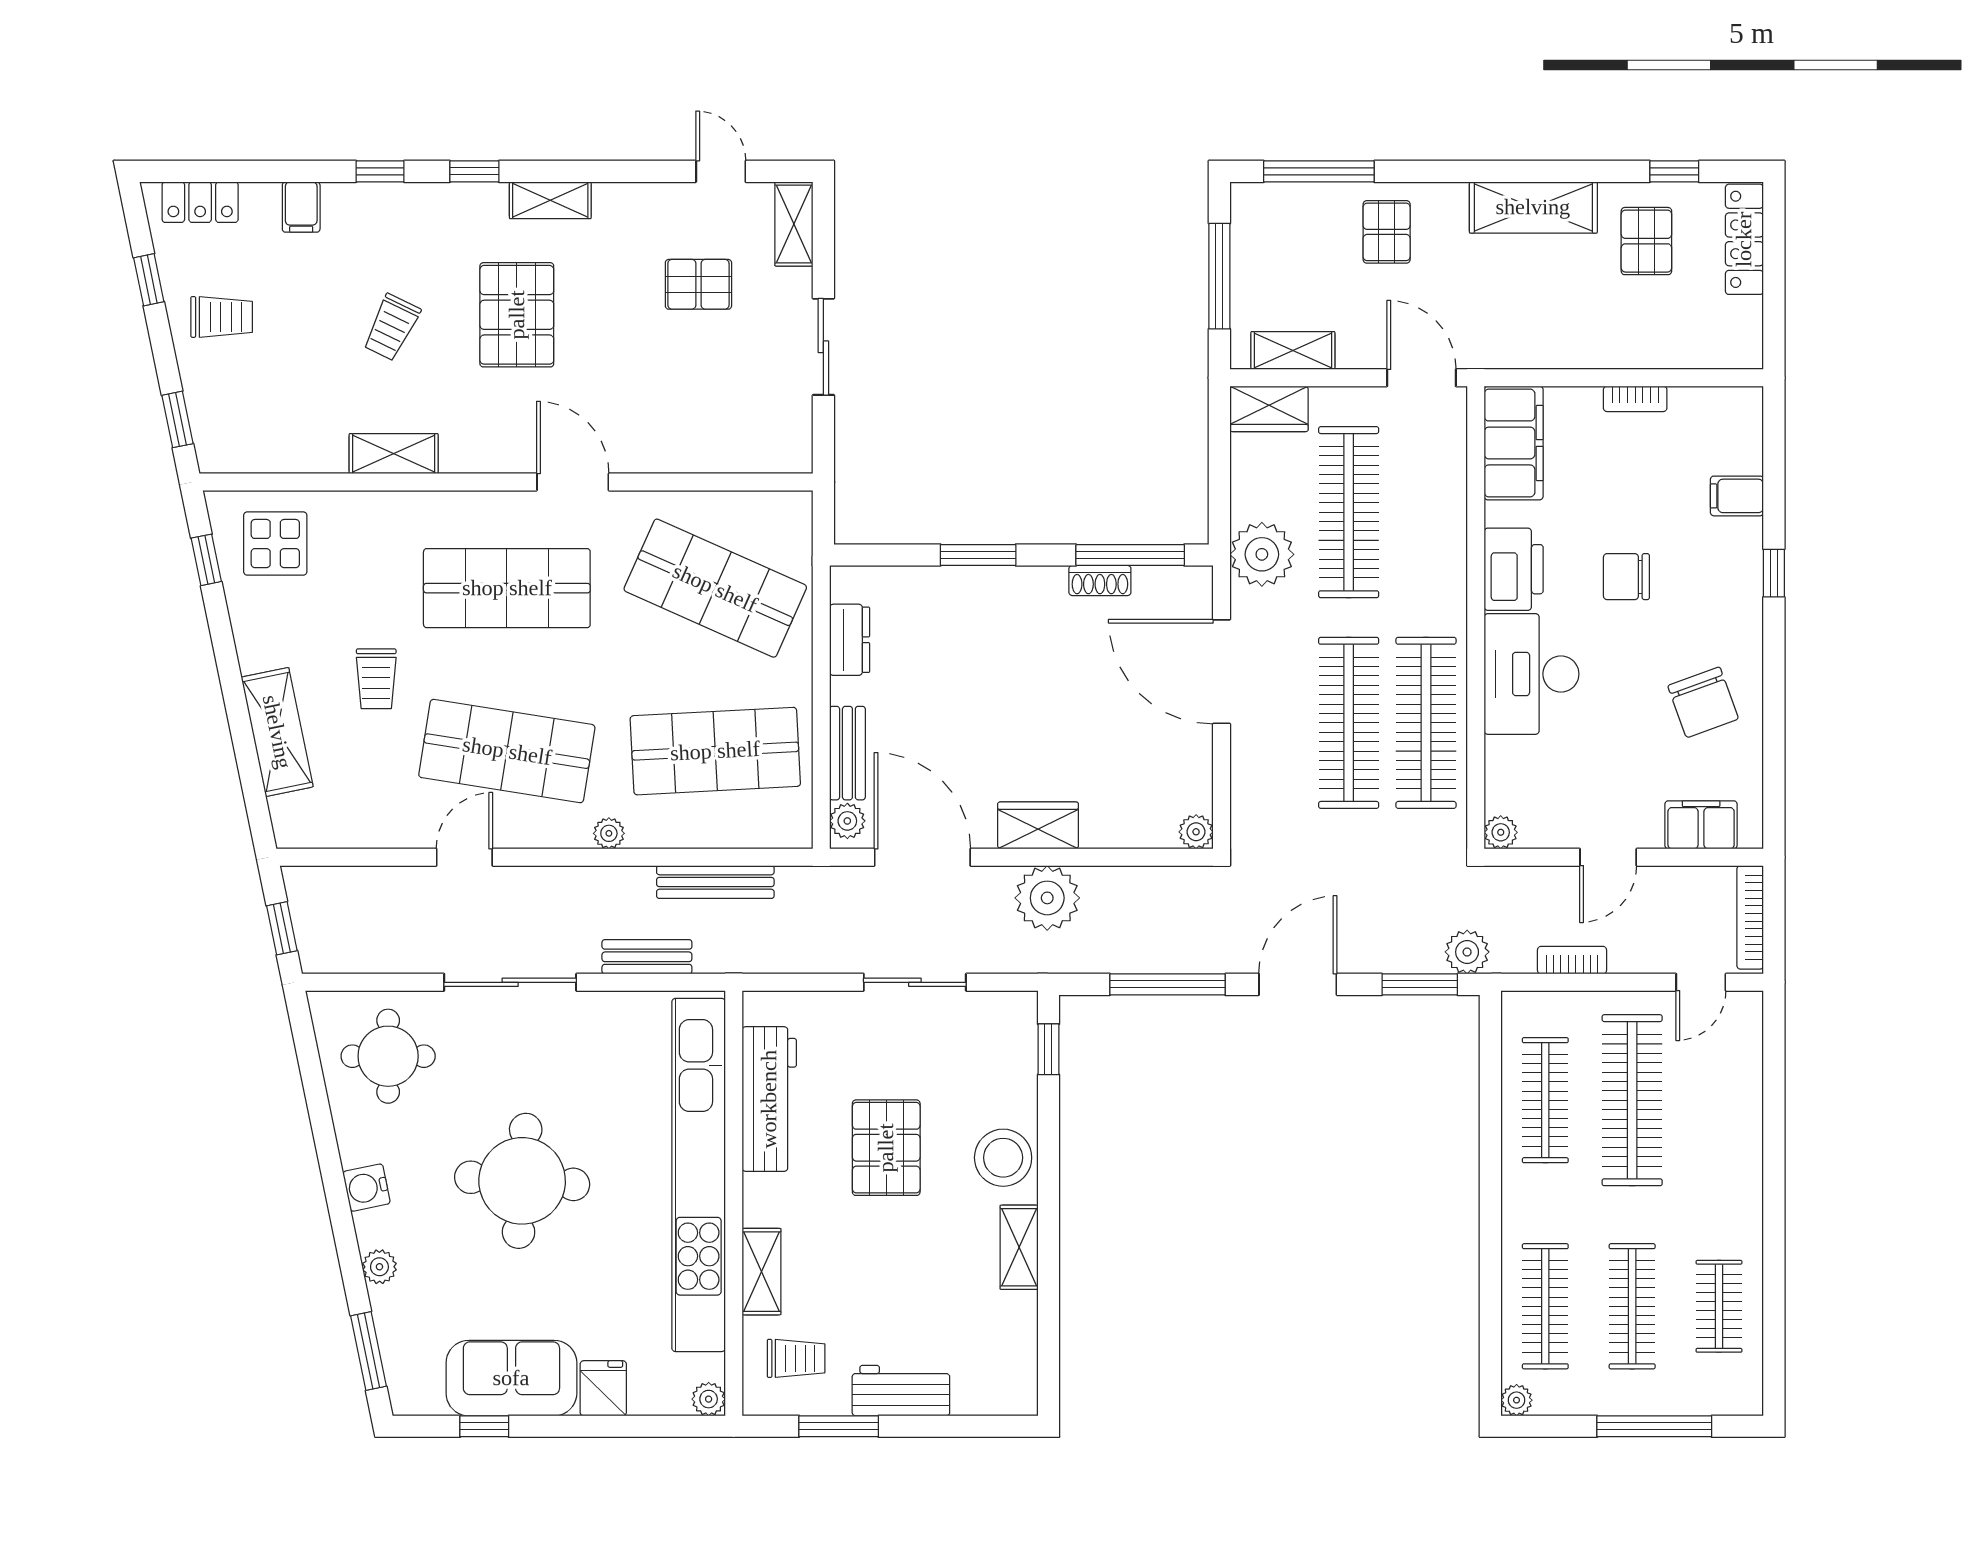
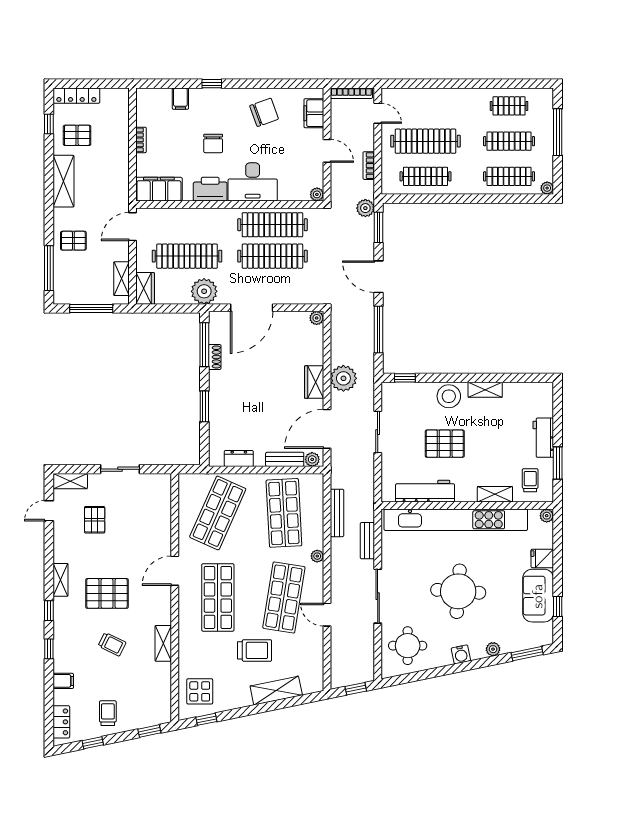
trolley: (376, 679) -> (255, 650), width x1.36, depth x1.39

